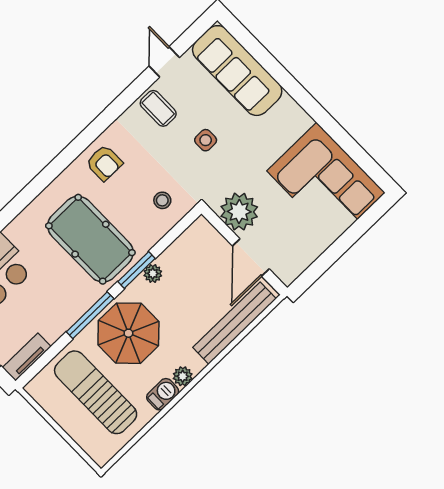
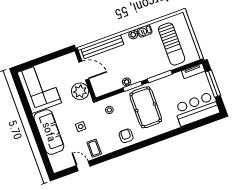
door: (164, 62) -> (83, 166), swing flipped
sofa: (237, 71) -> (49, 132), moved
door: (251, 257) -> (84, 71), hinge flipped
parasol: (128, 333) -> (147, 62), removed

